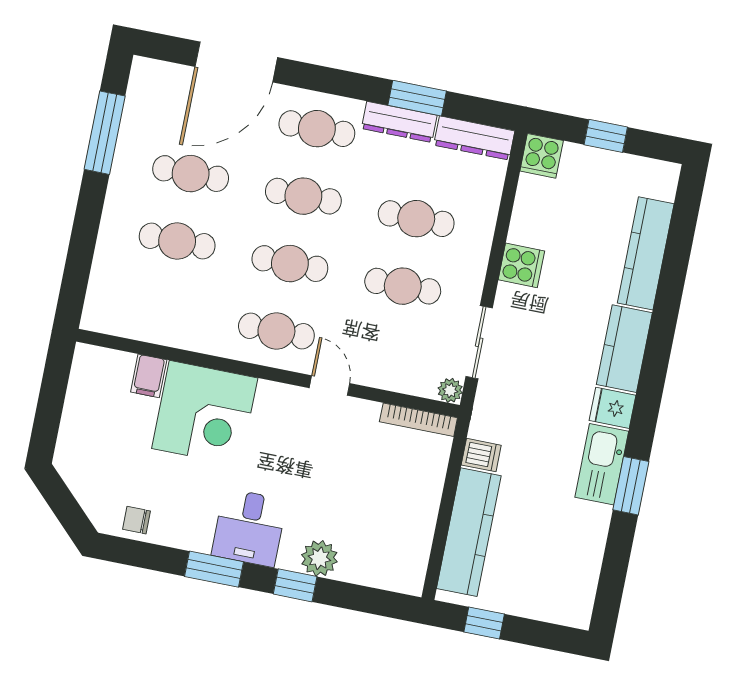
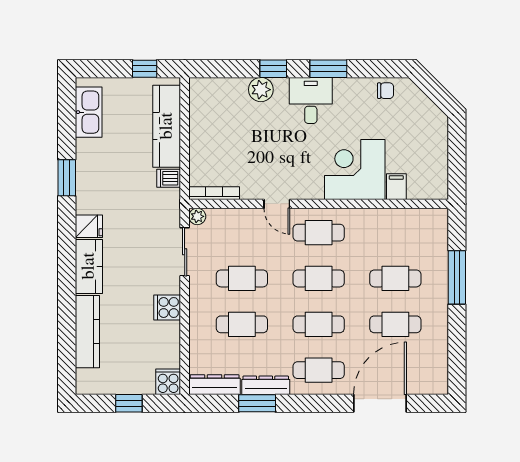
window: (105, 133) -> (457, 277), moved
kitchen sink: (602, 464) -> (89, 112), moved

